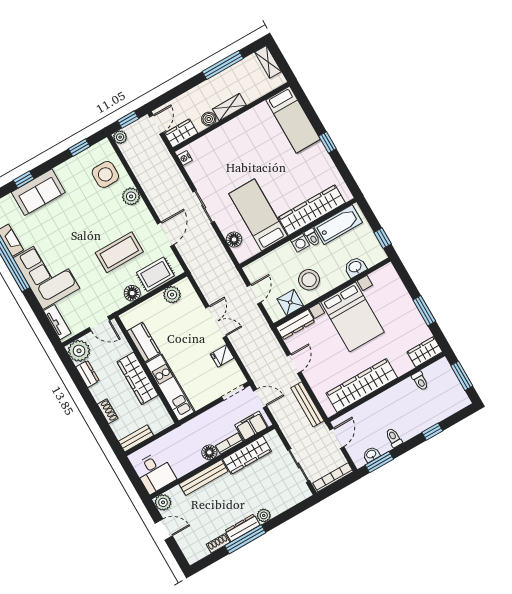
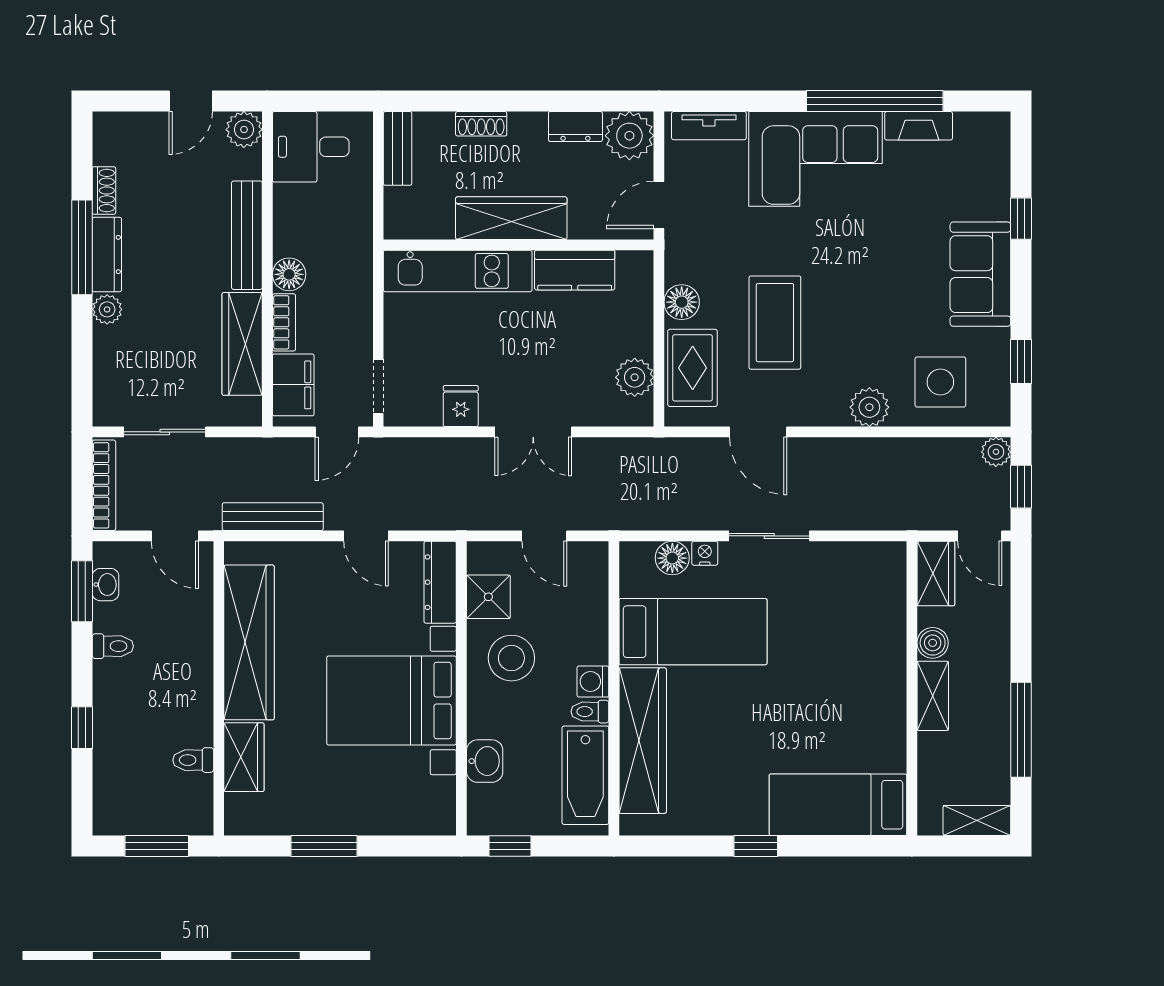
nightstand: (185, 158) -> (705, 553), moved
sofa: (38, 192) -> (980, 274), moved
wardrobe: (425, 352) -> (244, 757), moved

